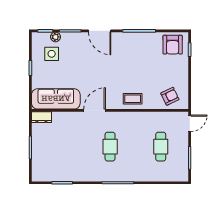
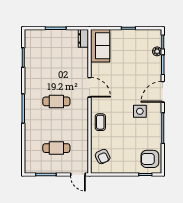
side table: (52, 54) -> (140, 111), moved
sofa: (56, 99) -> (100, 46), width x0.73

